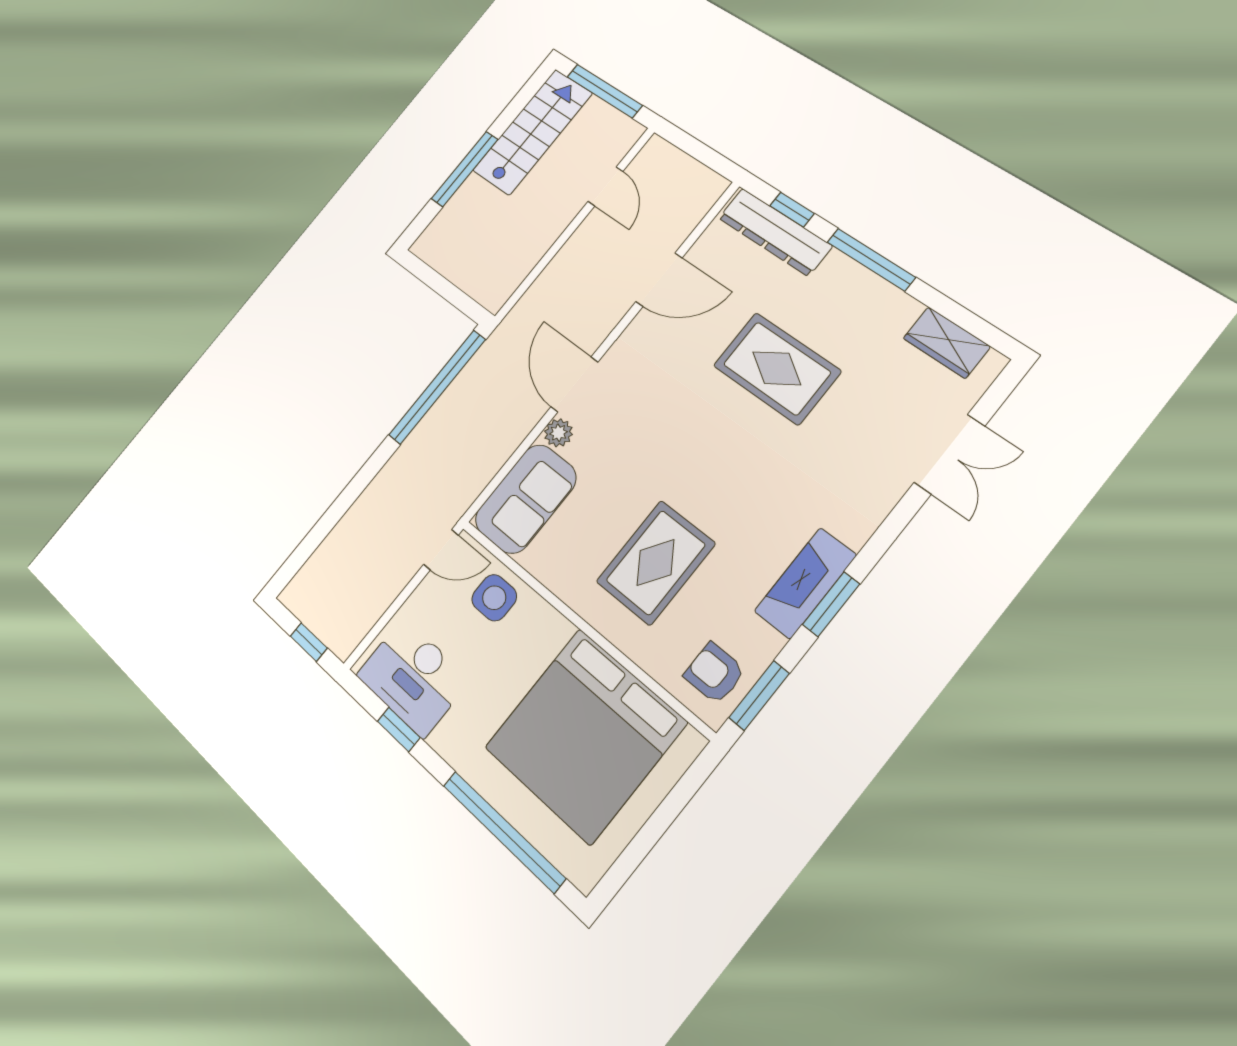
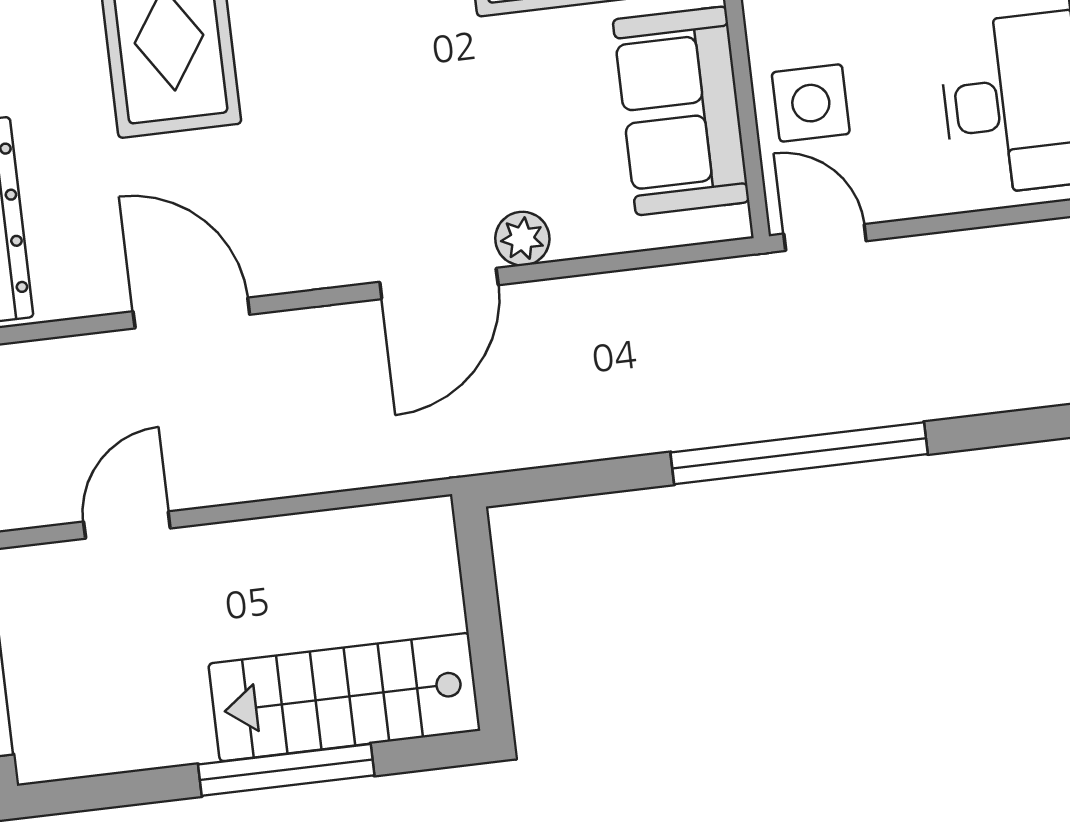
stairs: (532, 132) -> (344, 697), moved
window: (437, 387) -> (799, 453), moved
sofa: (526, 499) -> (681, 111), moved, turned -90

